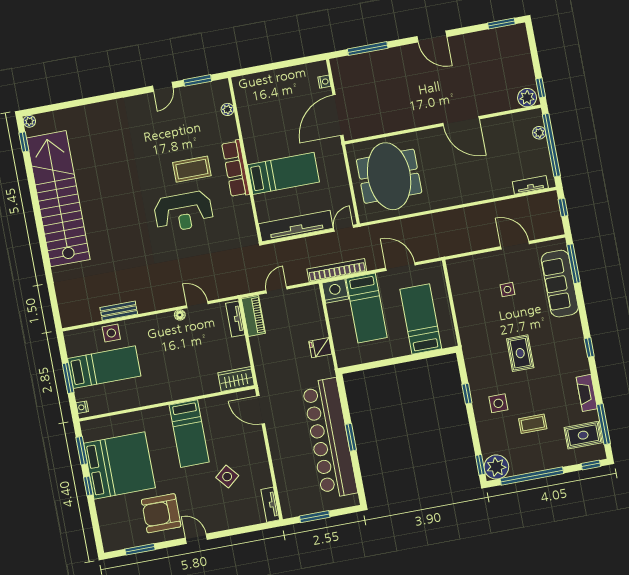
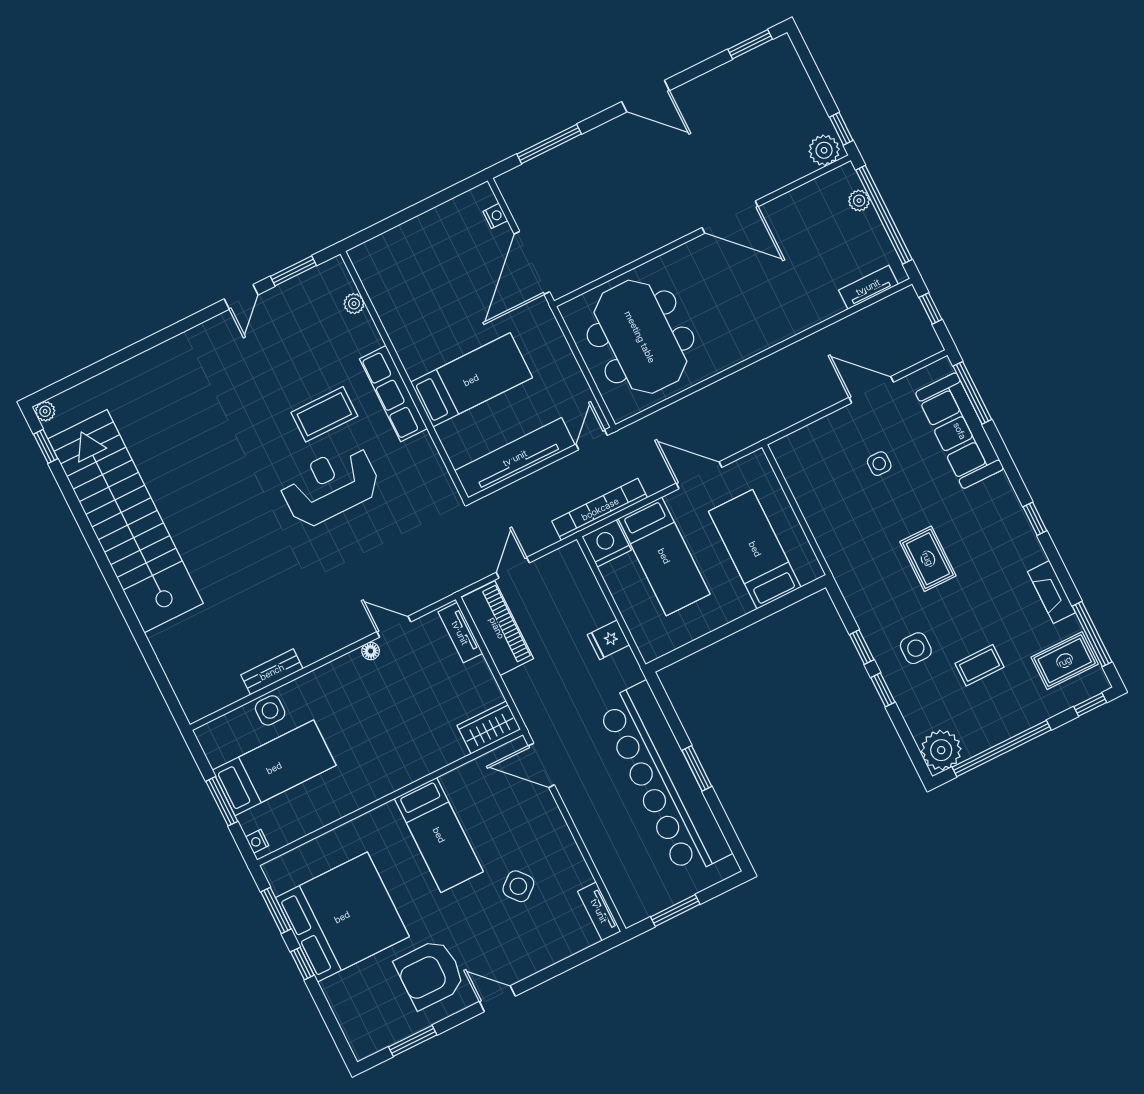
reception desk: (183, 212) -> (330, 486), turned 180
piano: (253, 316) -> (497, 628), width x1.37, depth x1.33
window: (480, 465) -> (883, 690), moved

